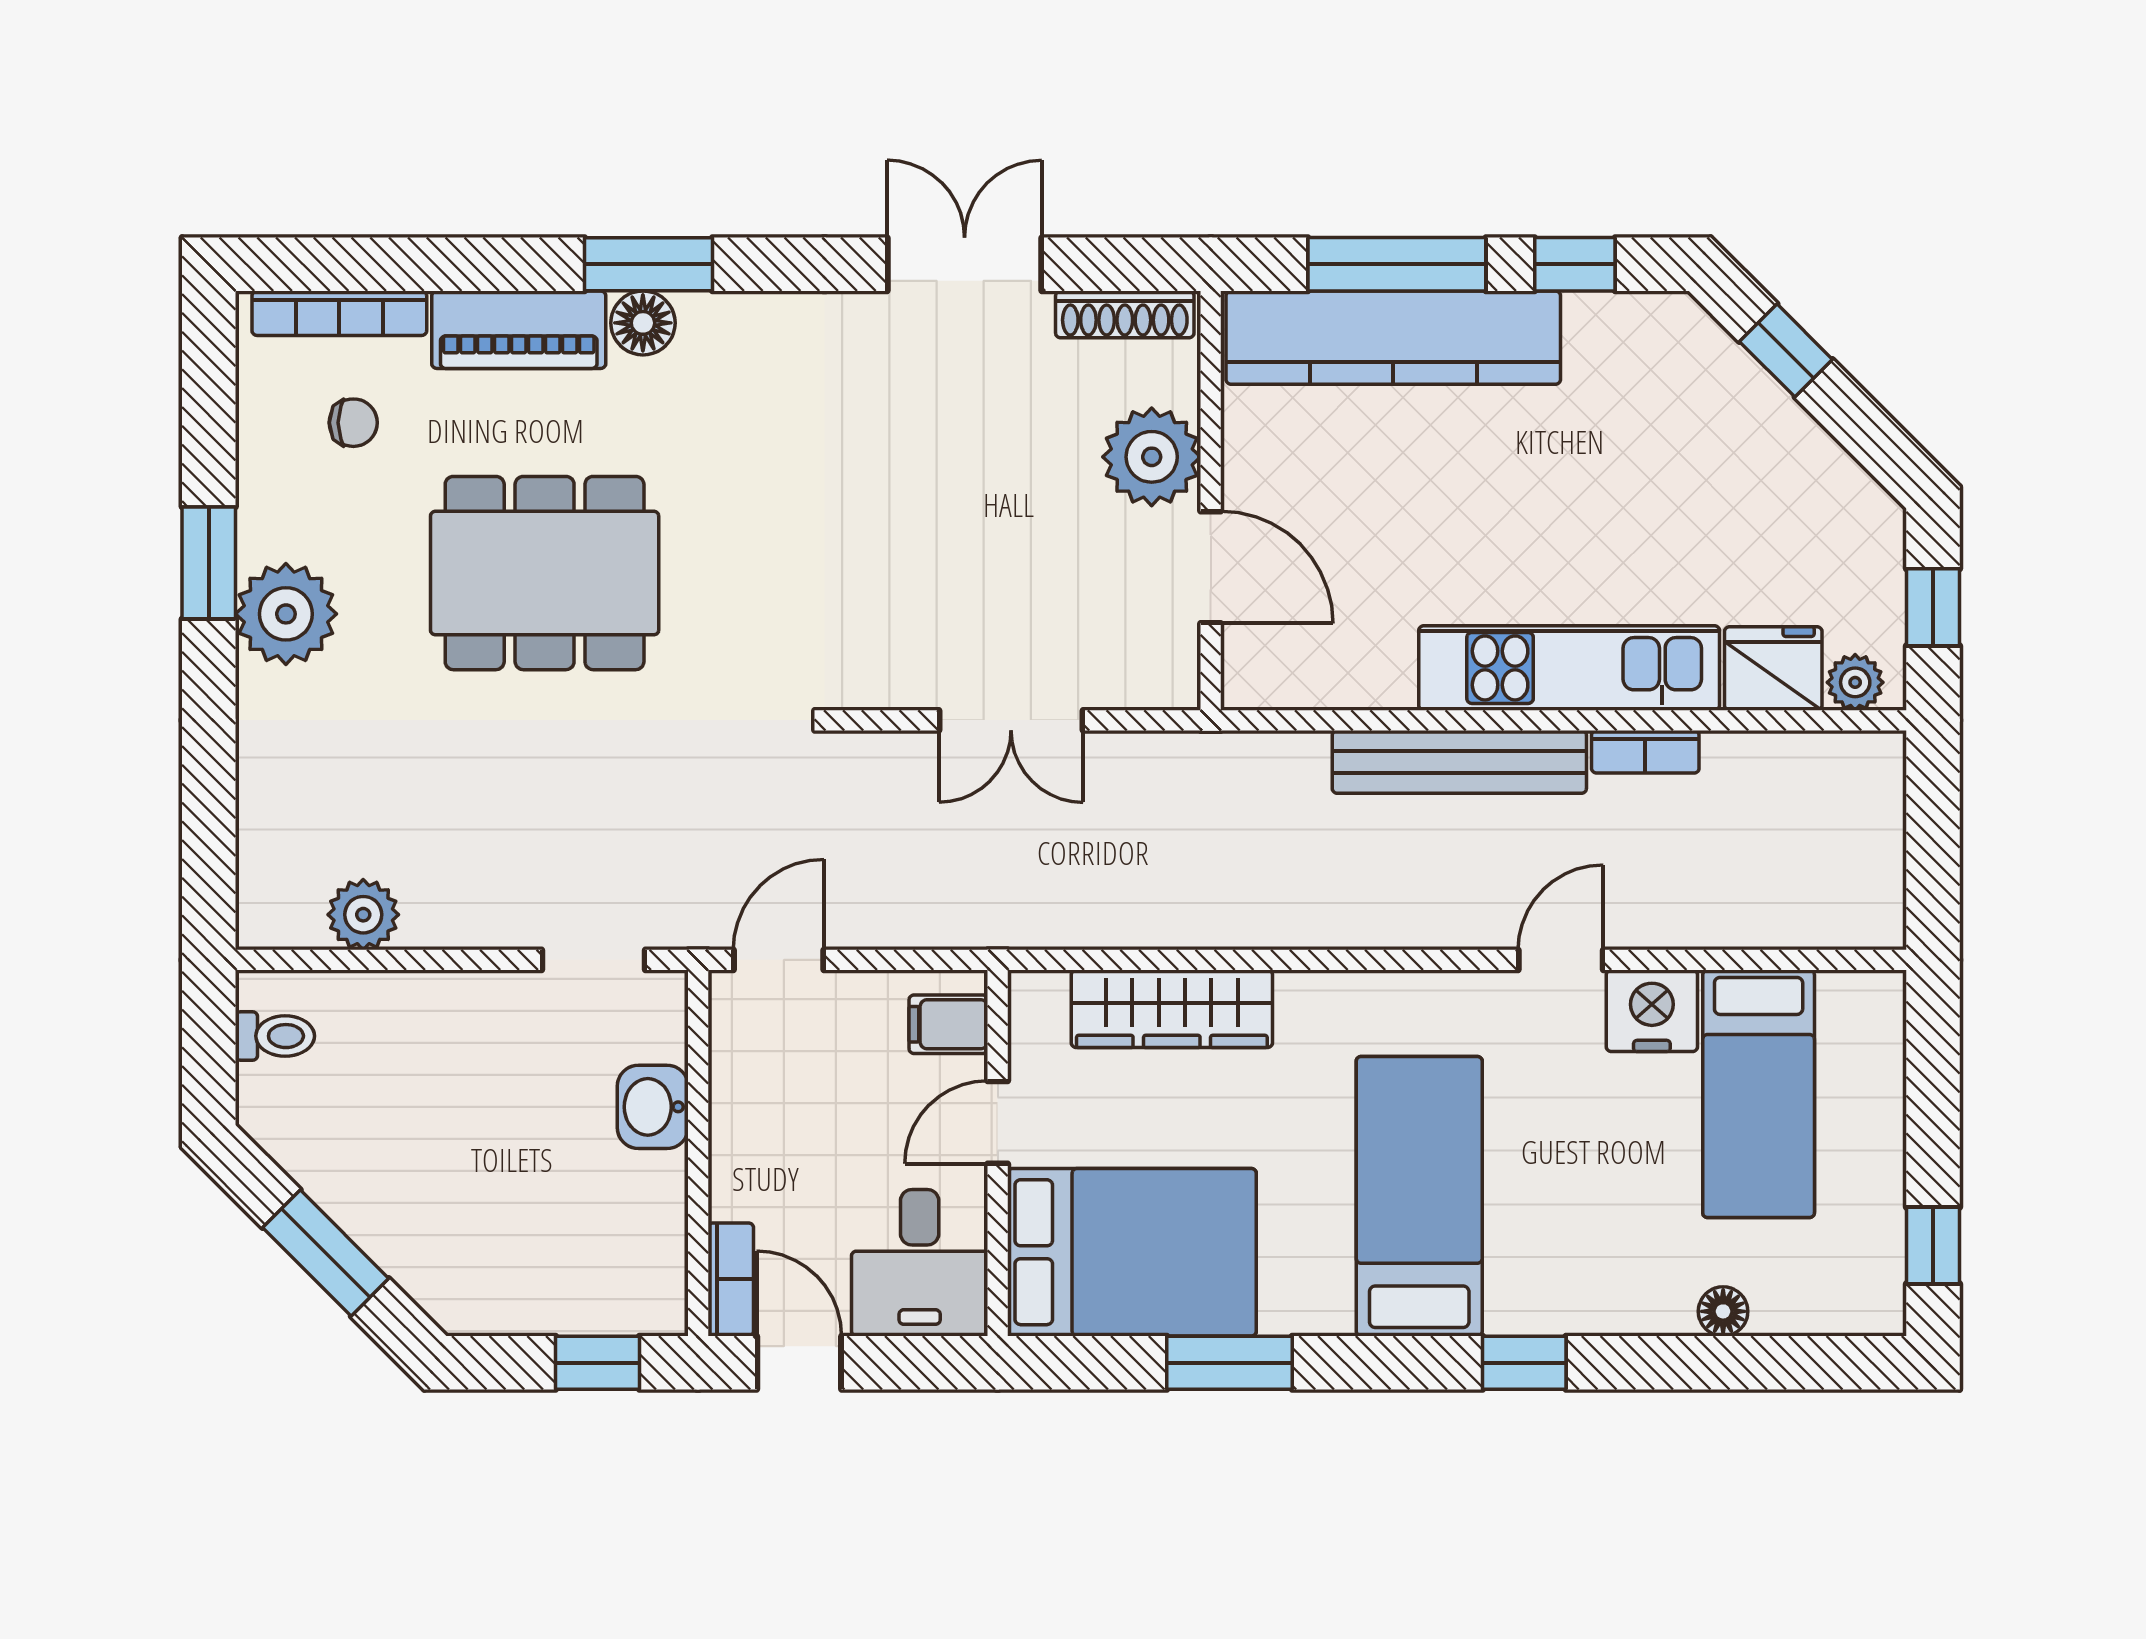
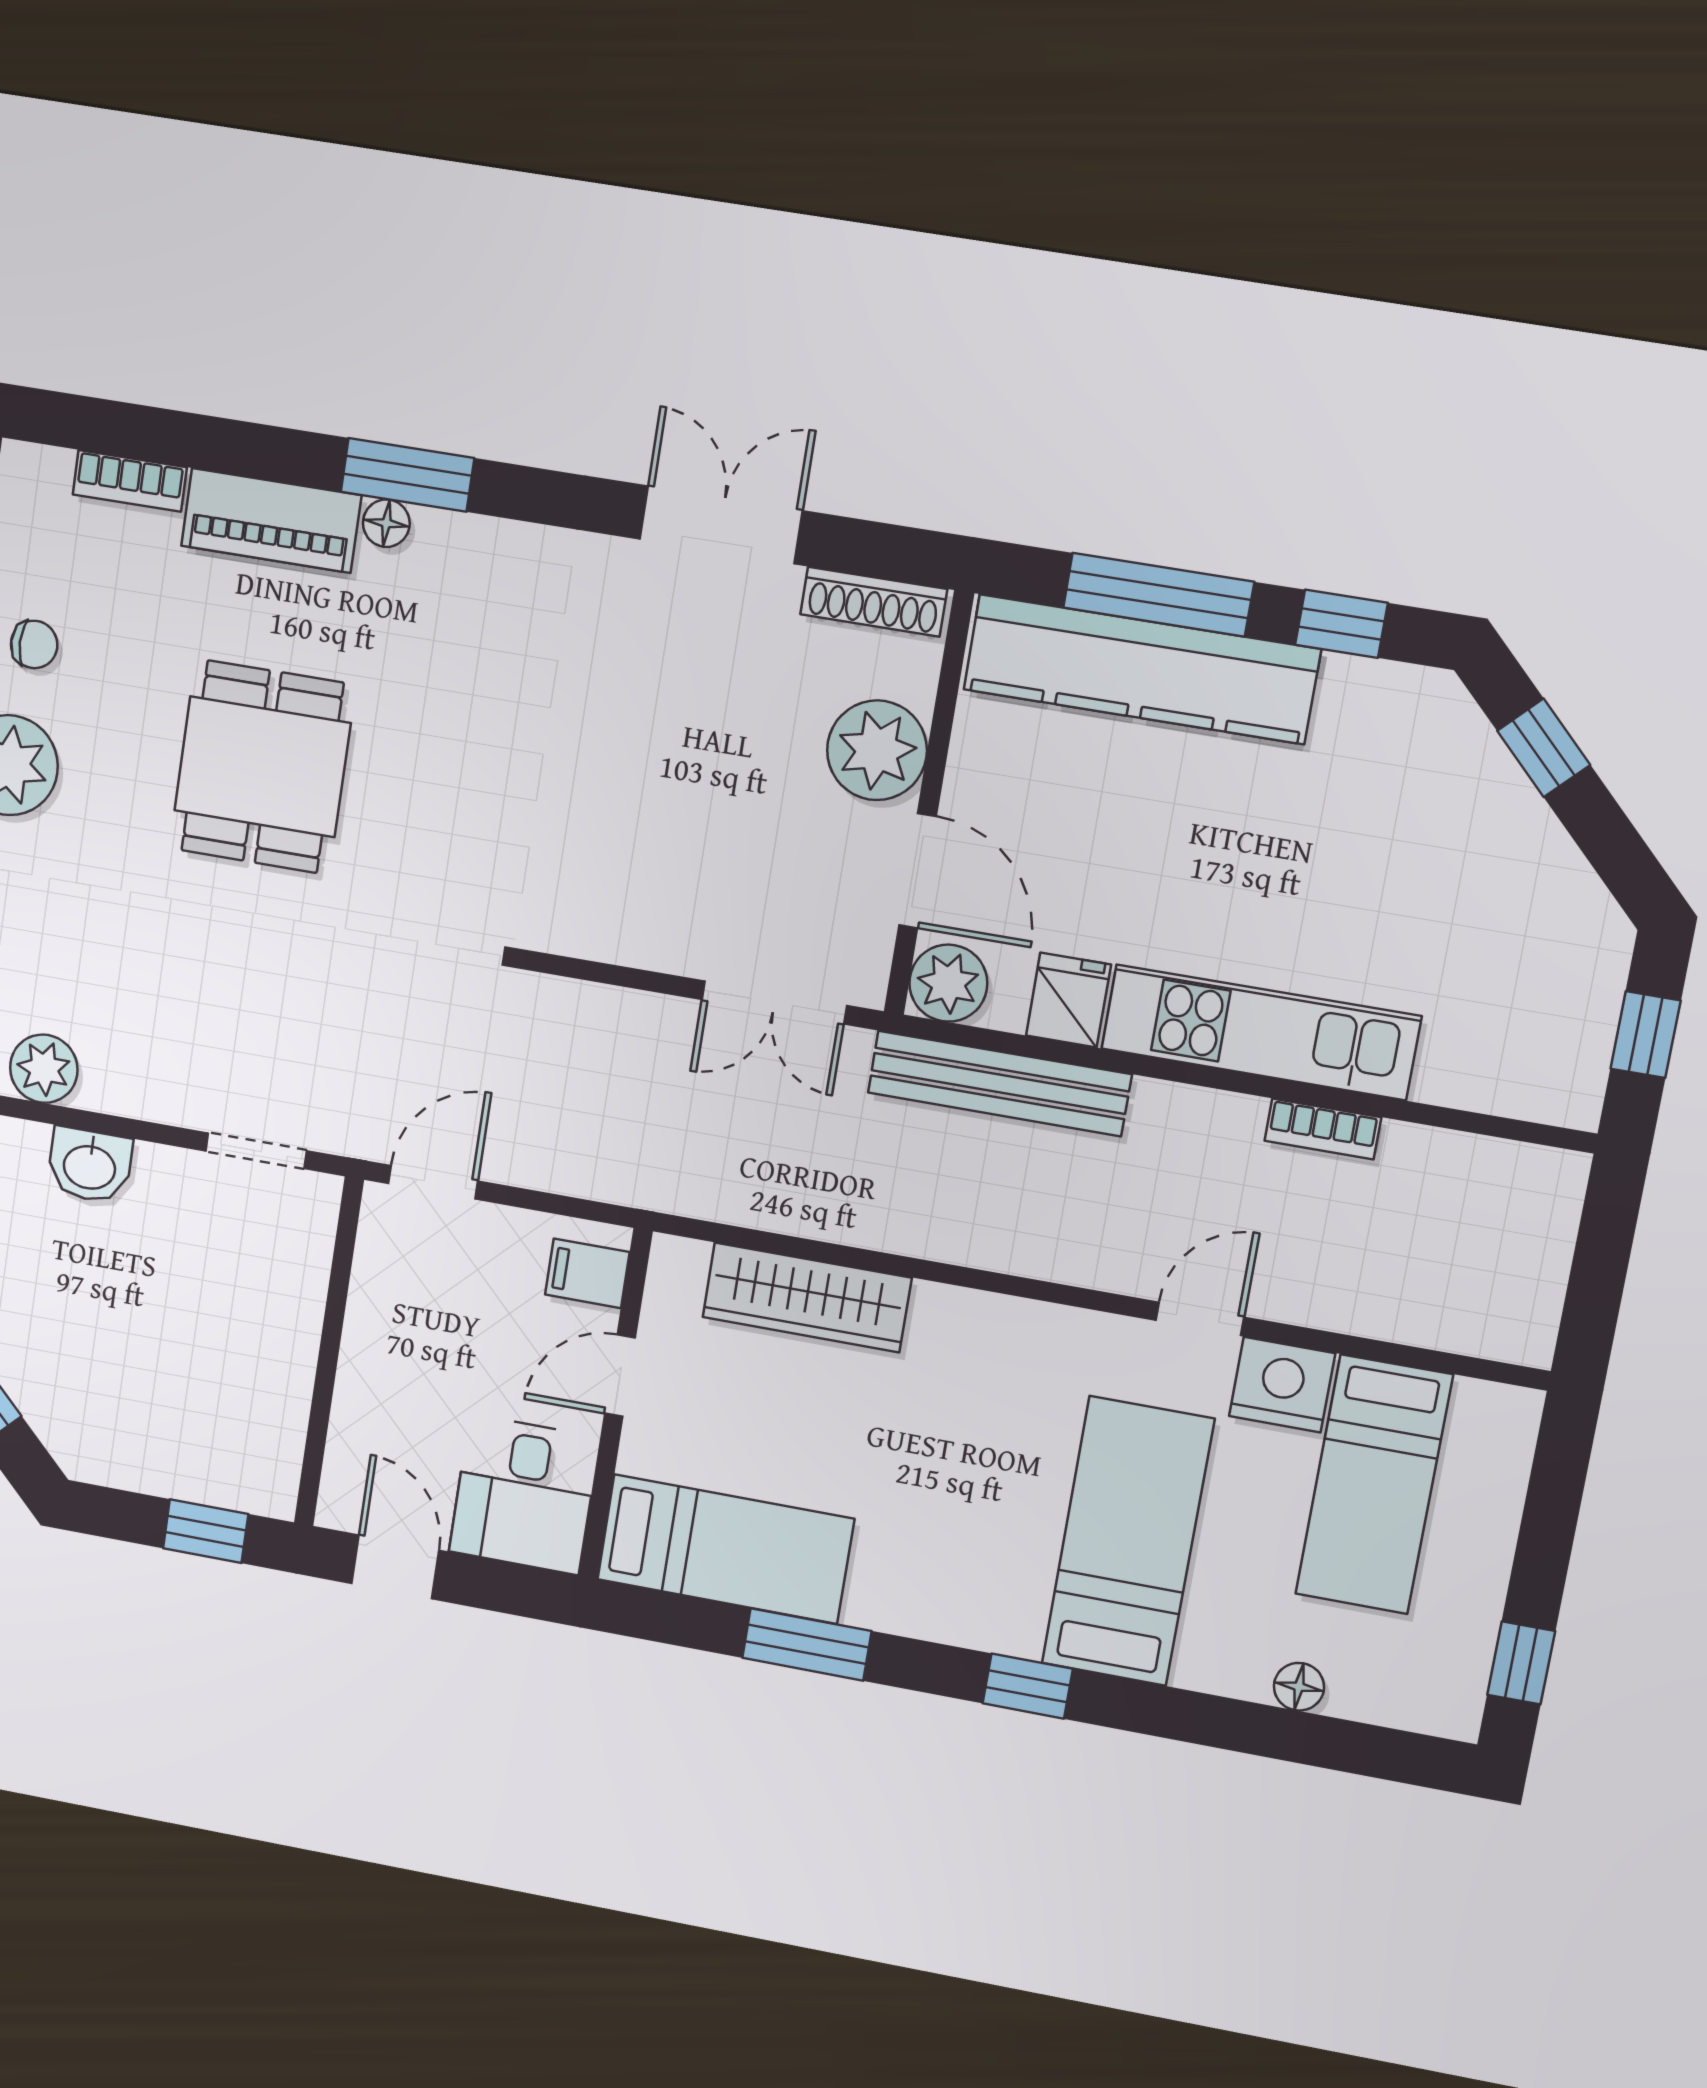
bookcase: (339, 313) -> (130, 481), width x0.64
floor lamp: (643, 323) -> (386, 523), width x0.73, depth x0.73
chair: (353, 423) -> (34, 644), moved
dining table: (545, 573) -> (262, 767), width x0.73
fridge: (1773, 668) -> (1068, 1000), moved, width x0.72
plant: (1855, 682) -> (948, 983), moved, width x1.38, depth x1.38
double door: (1011, 720) -> (774, 1003), moved
bench: (1459, 762) -> (999, 1083), moved
washbasin: (653, 1107) -> (90, 1165), moved, turned -90
bed: (1419, 1196) -> (1128, 1541), moved
bed: (1132, 1252) -> (725, 1549), width x0.67
bookcase: (731, 1279) -> (342, 1477), removed
window: (1524, 1363) -> (1028, 1686), moved

